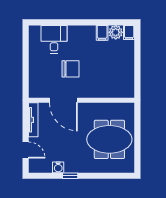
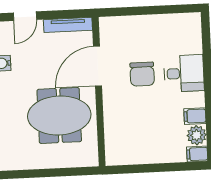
desk: (54, 39) -> (184, 73), moved
meeting table: (109, 139) -> (59, 115), moved, turned 90

